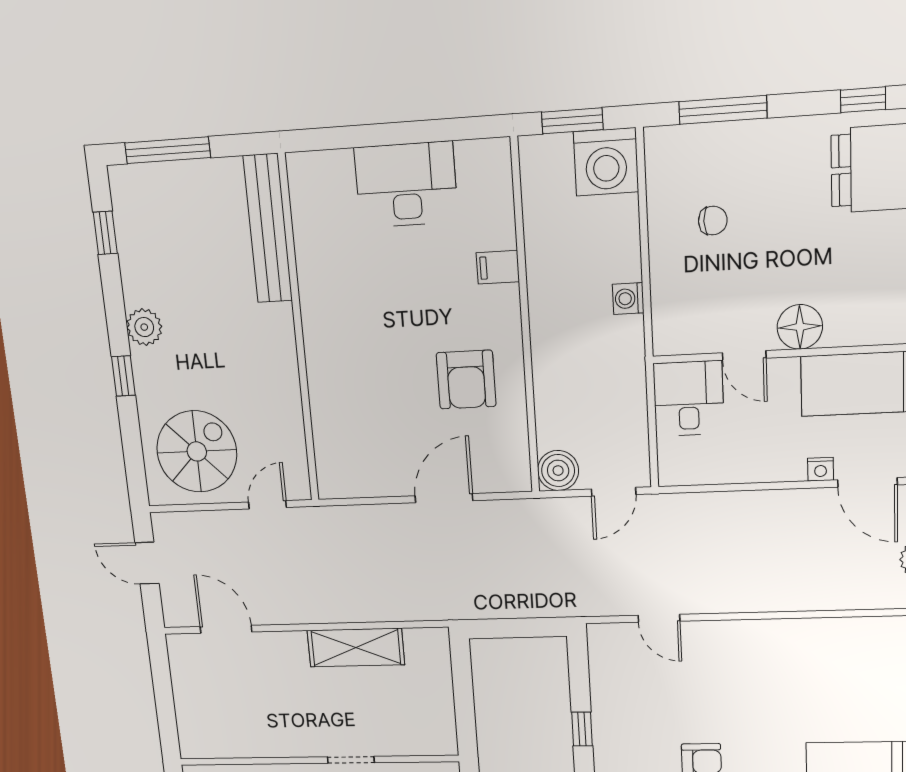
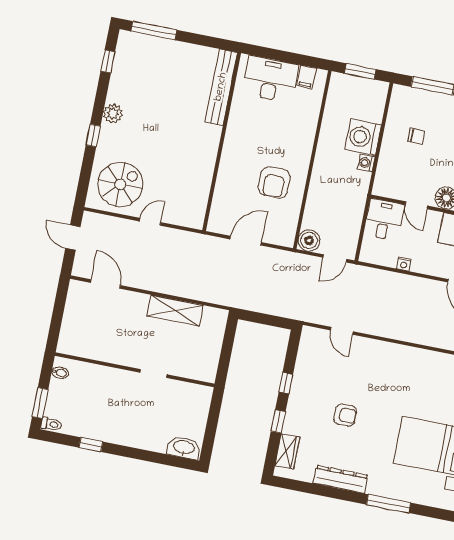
washing machine: (606, 162) -> (363, 137), moved, turned 90
bench: (268, 229) -> (221, 87), moved
filing cabinet: (498, 267) -> (306, 77), moved, turned -90
wall: (299, 331) -> (222, 142), moved
nightstand: (821, 469) -> (404, 264), moved

